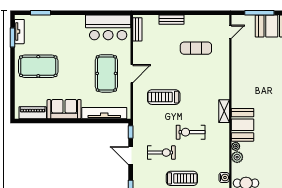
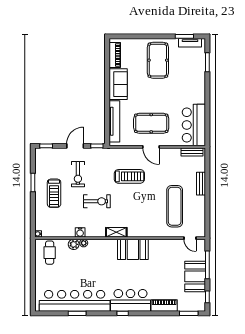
exercise mat: (196, 48) -> (175, 206), width x1.36, depth x1.45
treadmill: (164, 97) -> (129, 176), turned 90
booth: (243, 125) -> (133, 249), moved
exercise bike: (191, 132) -> (97, 201), turned 90
water cooler: (224, 177) -> (80, 232), moved

